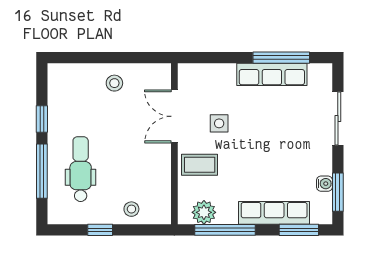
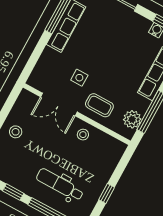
coffee table: (200, 165) -> (99, 105), turned 90
stool: (131, 209) -> (83, 135), moved

